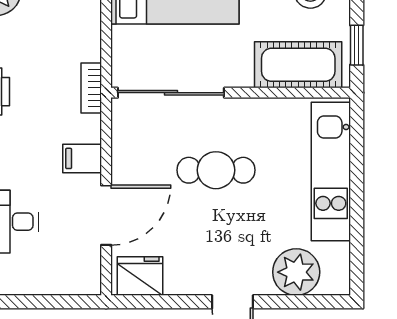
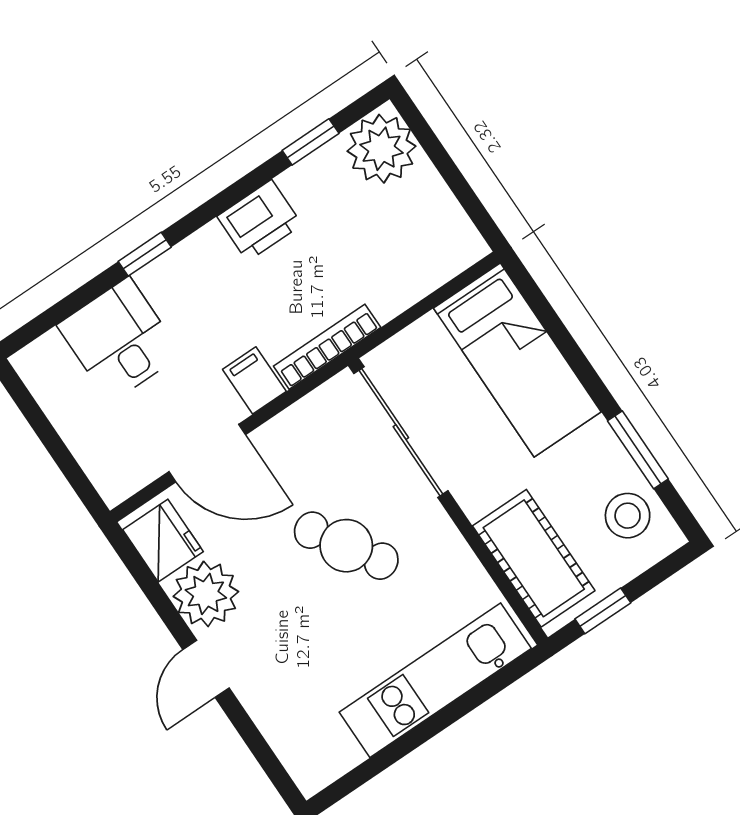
bookcase: (91, 88) -> (327, 347), width x1.56
cafe table: (216, 170) -> (346, 546), turned -32
plant: (296, 272) -> (206, 594), moved

